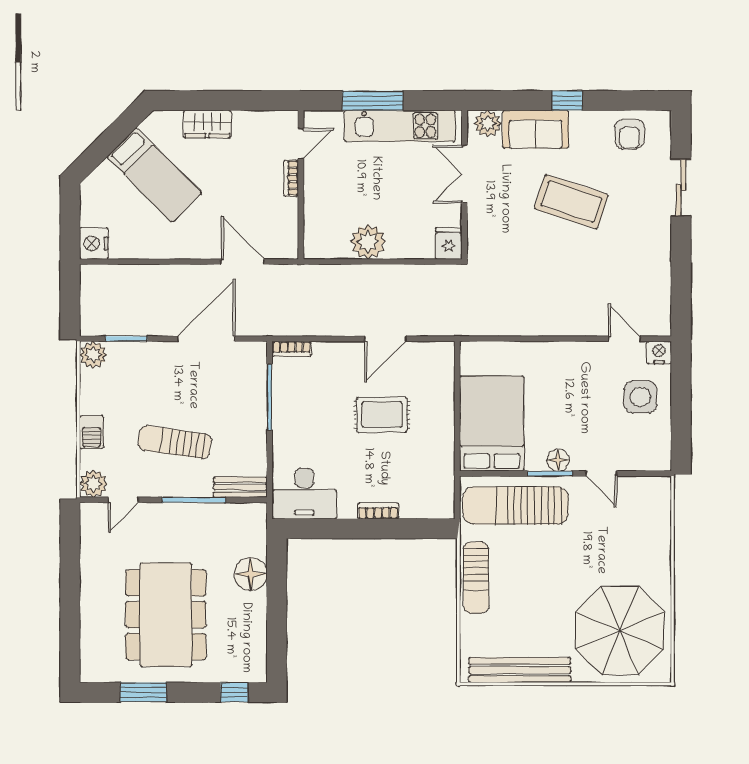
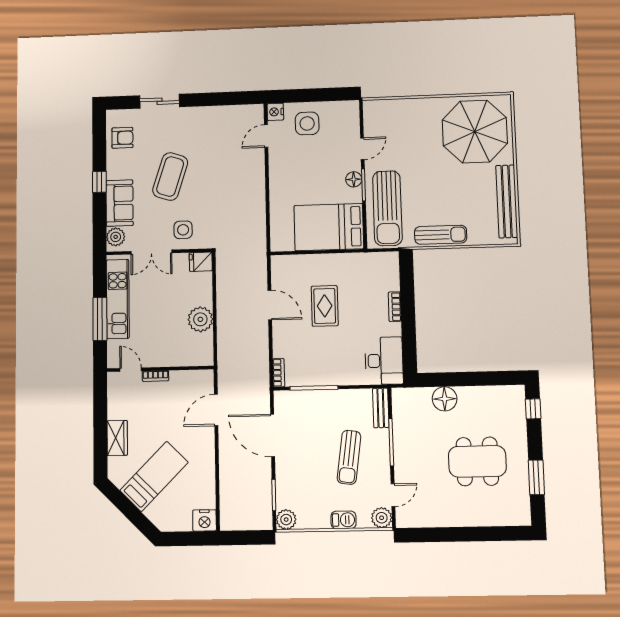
side table: (495, 219) -> (183, 230), added
door: (123, 500) -> (393, 495), hinge flipped
dining table: (166, 615) -> (477, 461), width x0.73, depth x0.80

